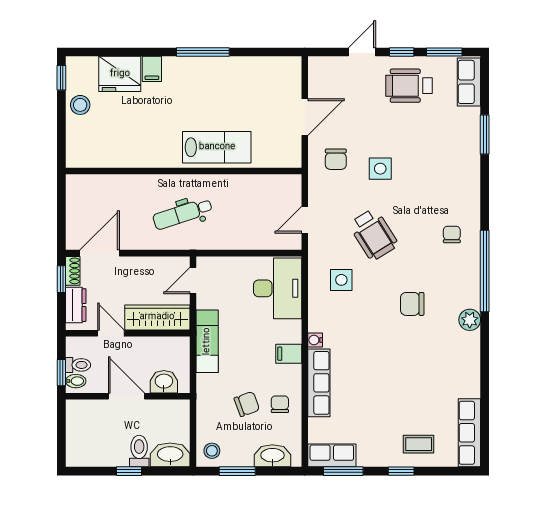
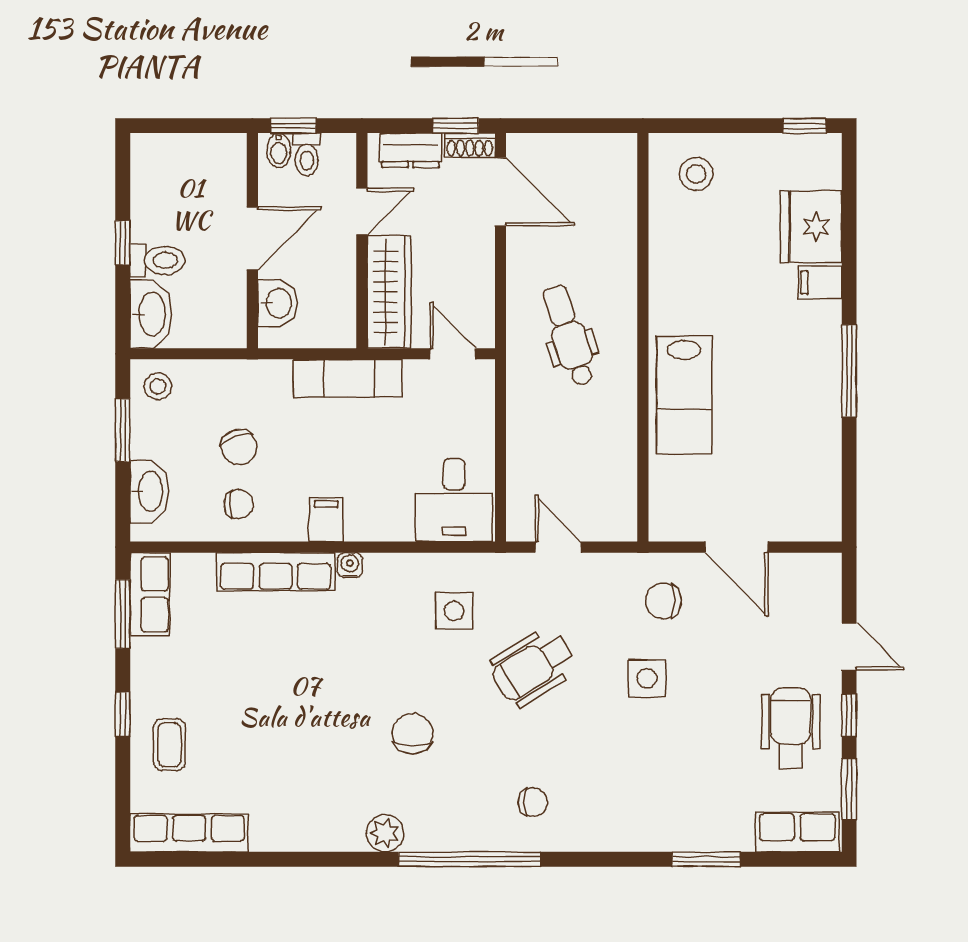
stool: (80, 105) -> (696, 174), moved
desk: (278, 288) -> (454, 500), width x0.73

